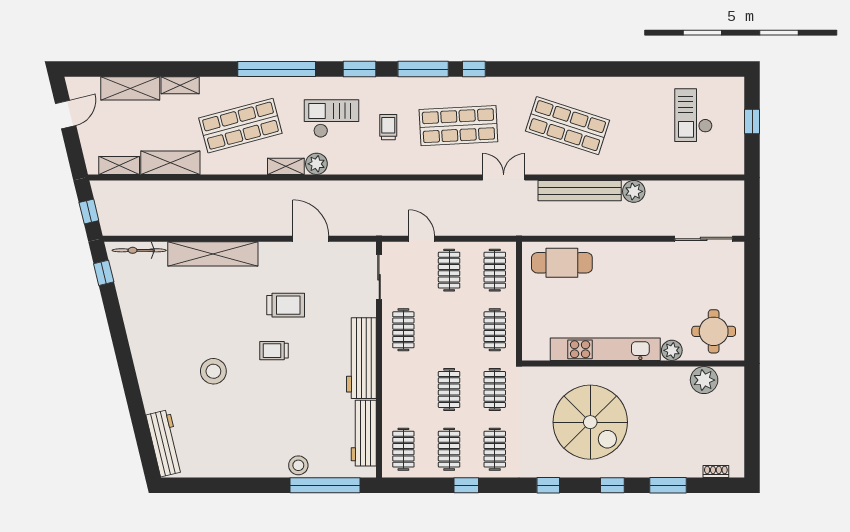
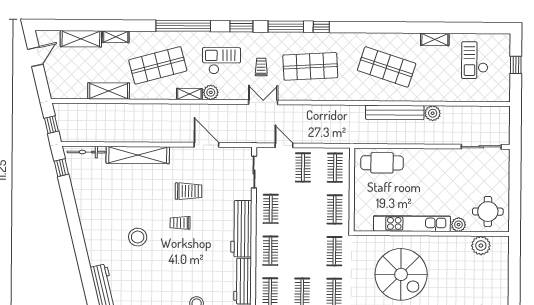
shelving: (119, 165) -> (435, 39), moved
double door: (504, 177) -> (263, 102), moved
clothes rail: (449, 389) -> (270, 251), moved

